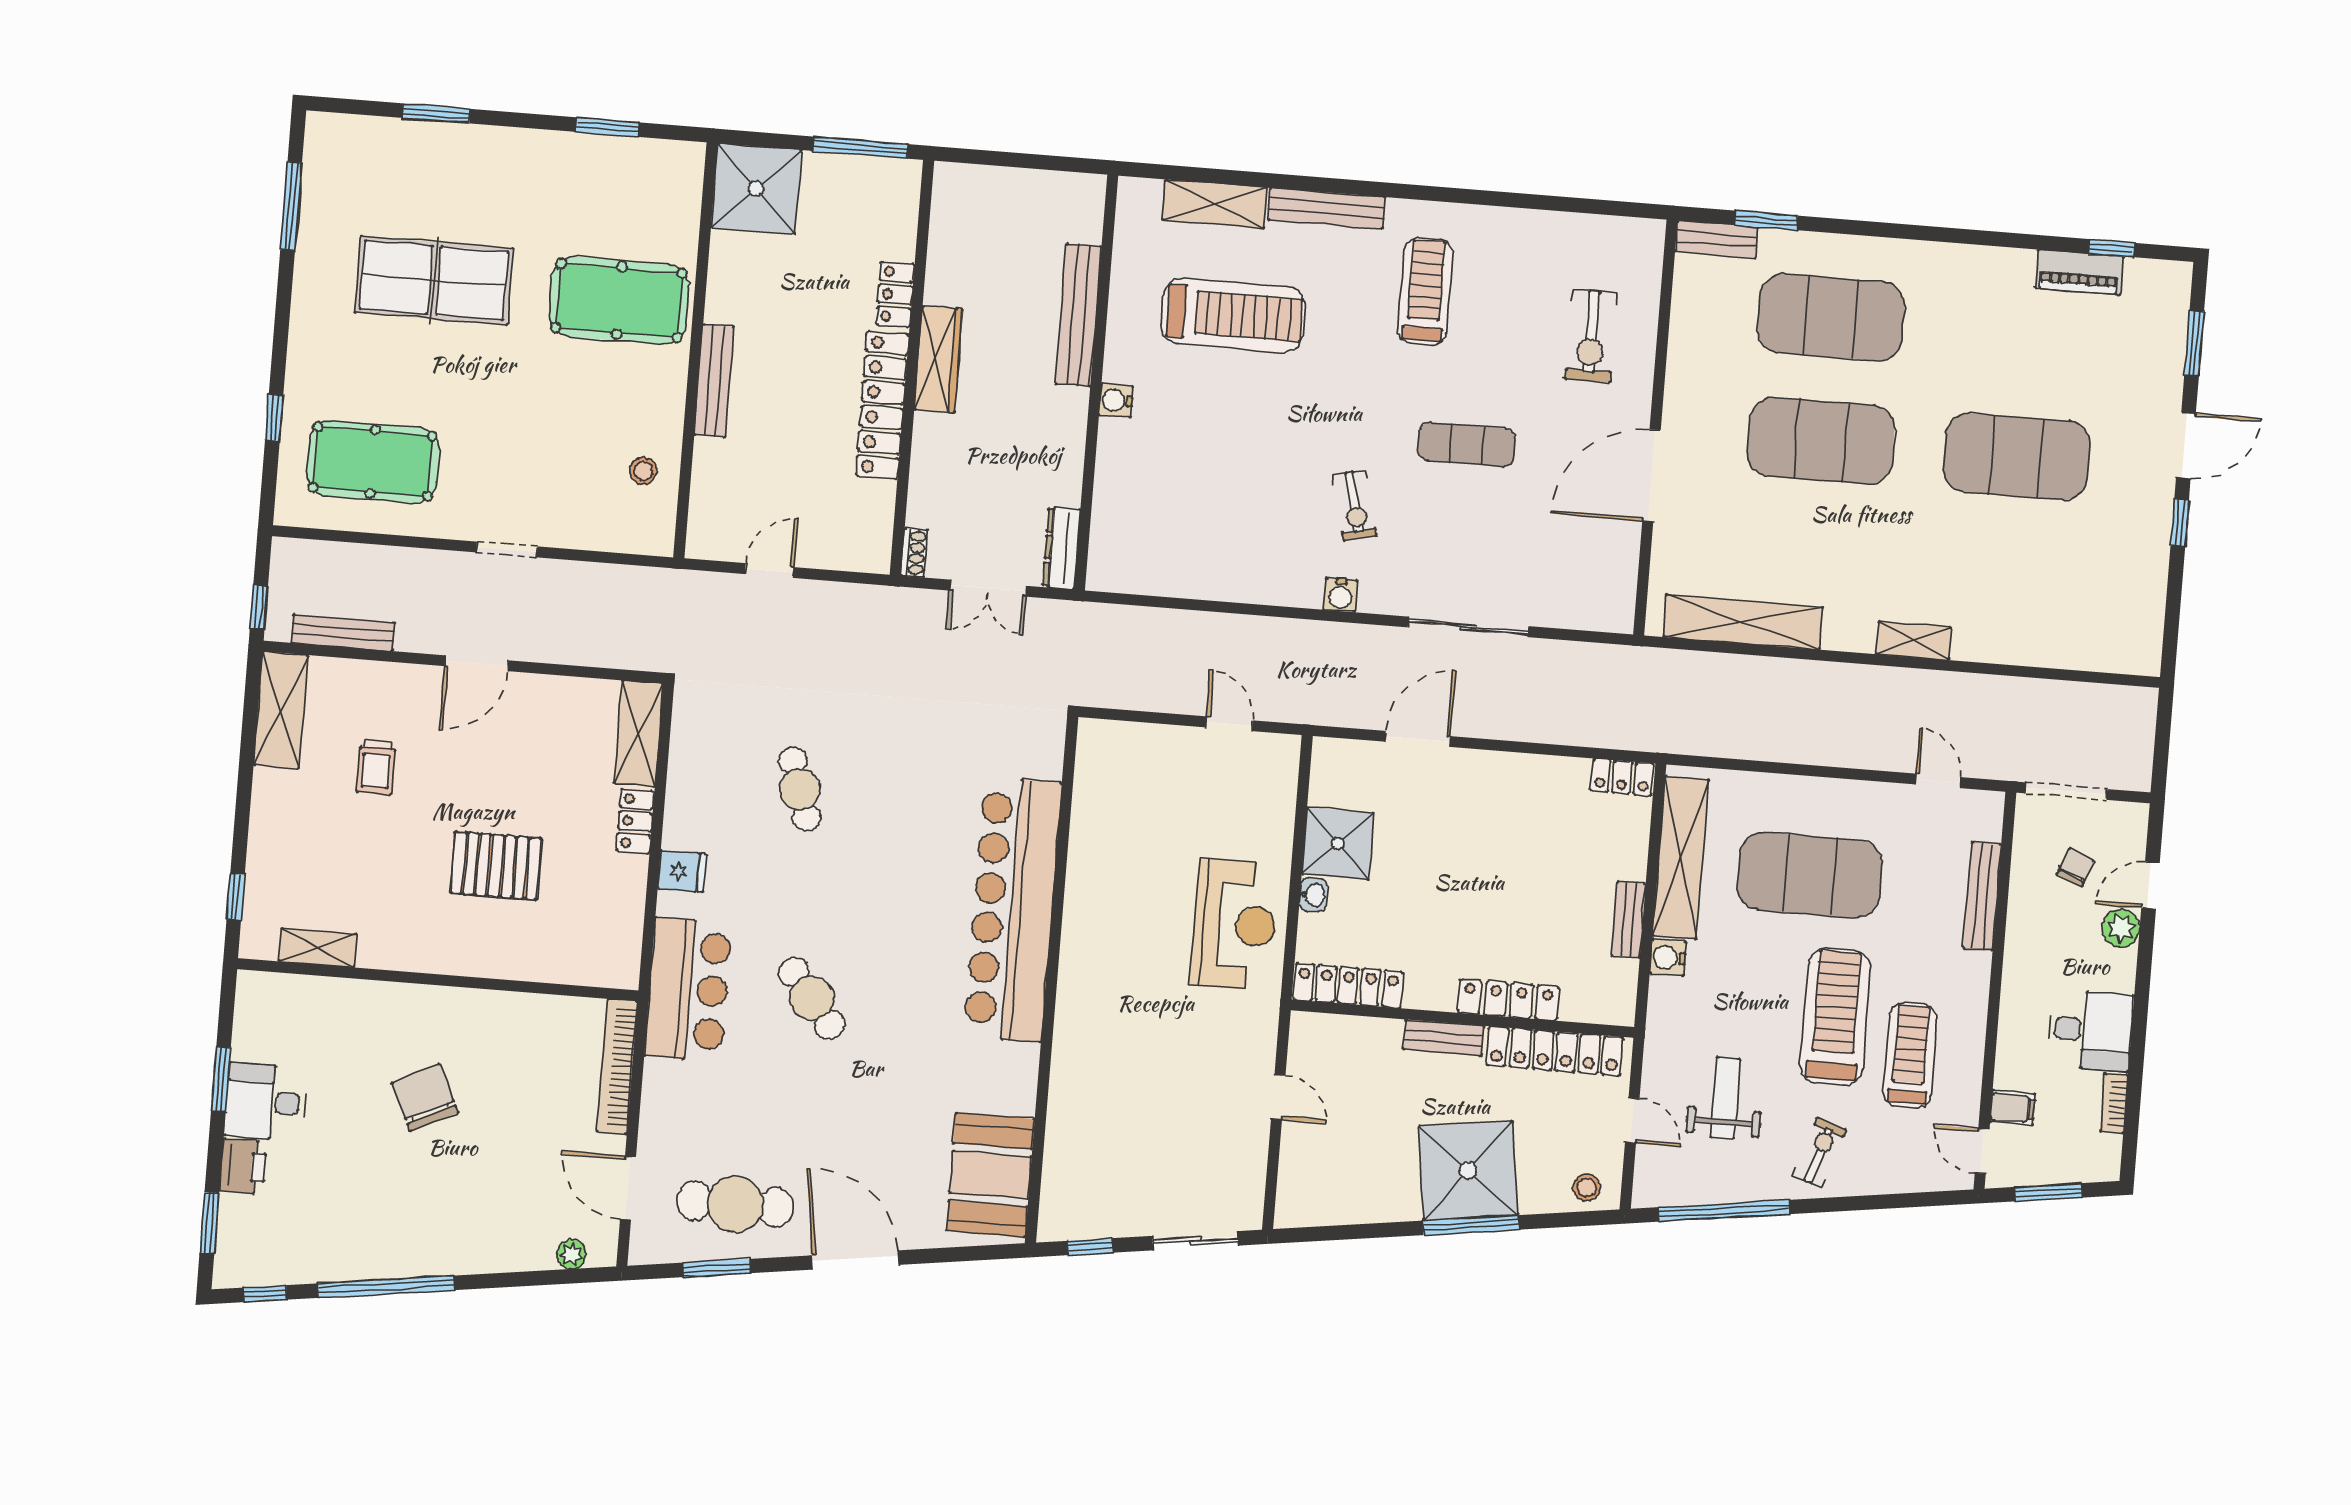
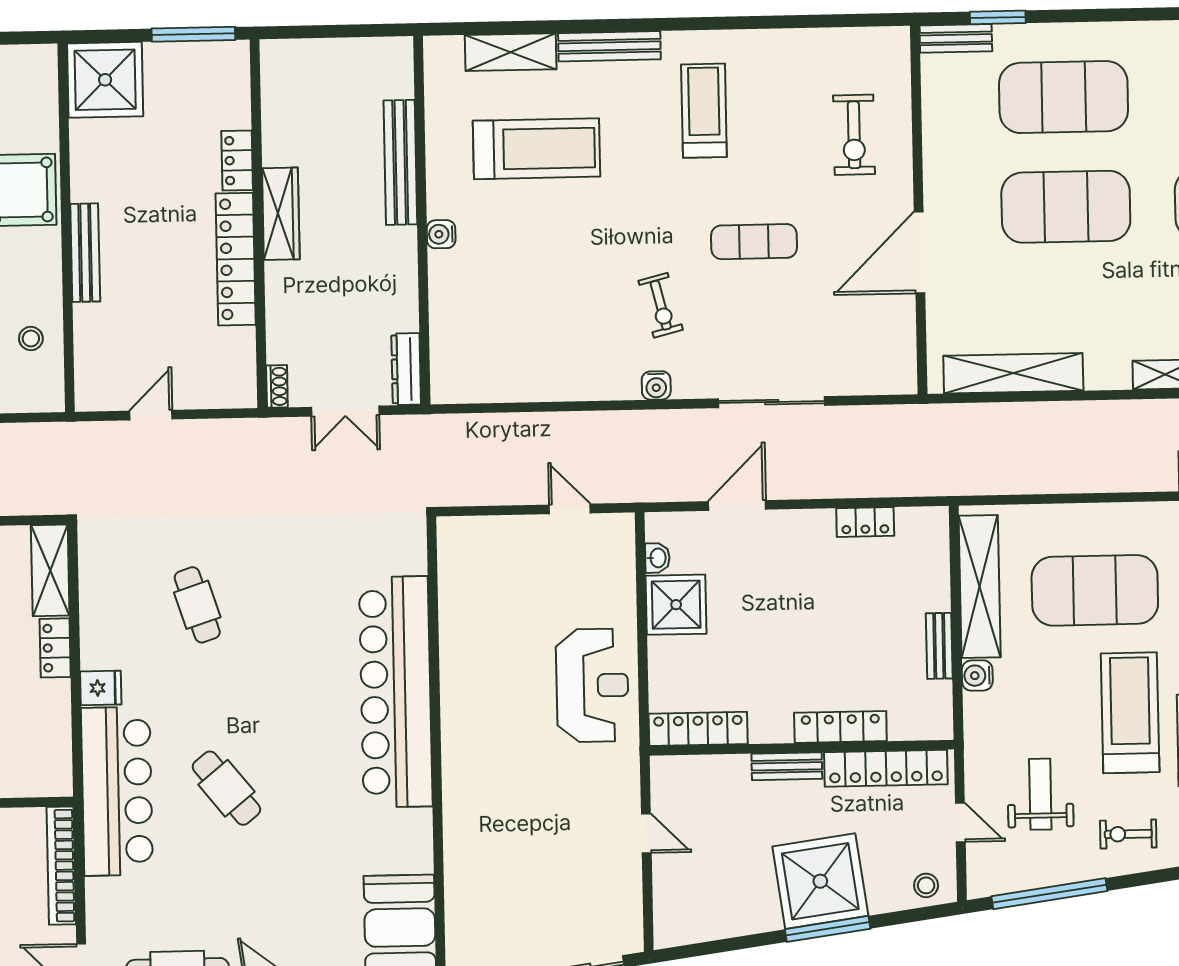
locker: (1622, 777) -> (865, 522), moved
washbasin: (1314, 895) -> (657, 558), moved
bar counter: (688, 989) -> (117, 791), width x1.36
exercise bike: (1820, 1153) -> (1128, 834), turned -108

